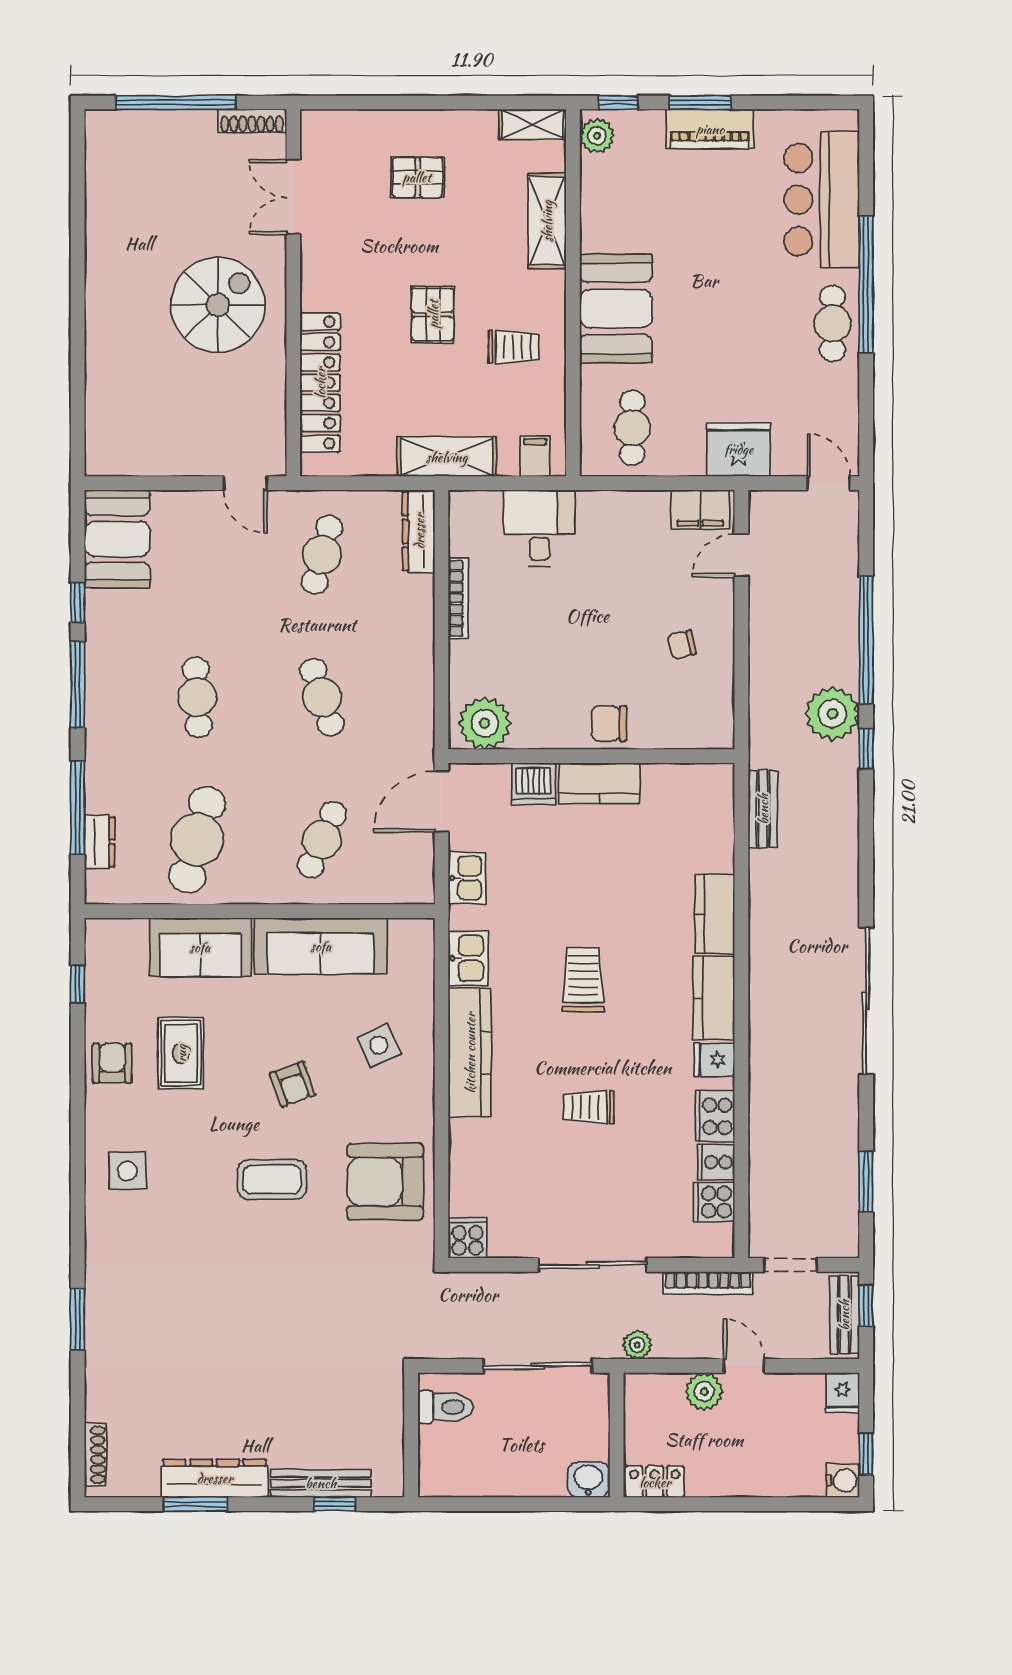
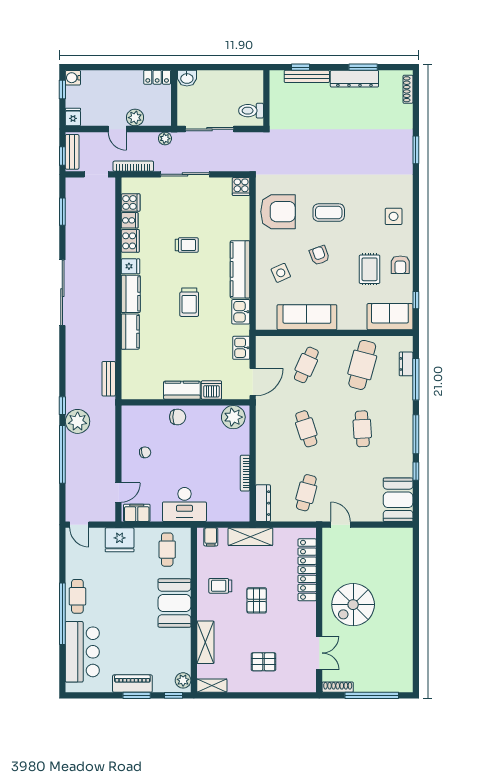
desk: (539, 528) -> (184, 505), moved, width x1.37
sofa: (200, 947) -> (390, 317), moved

